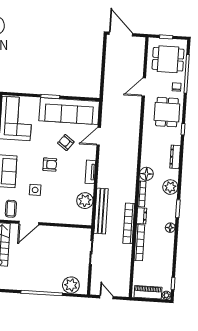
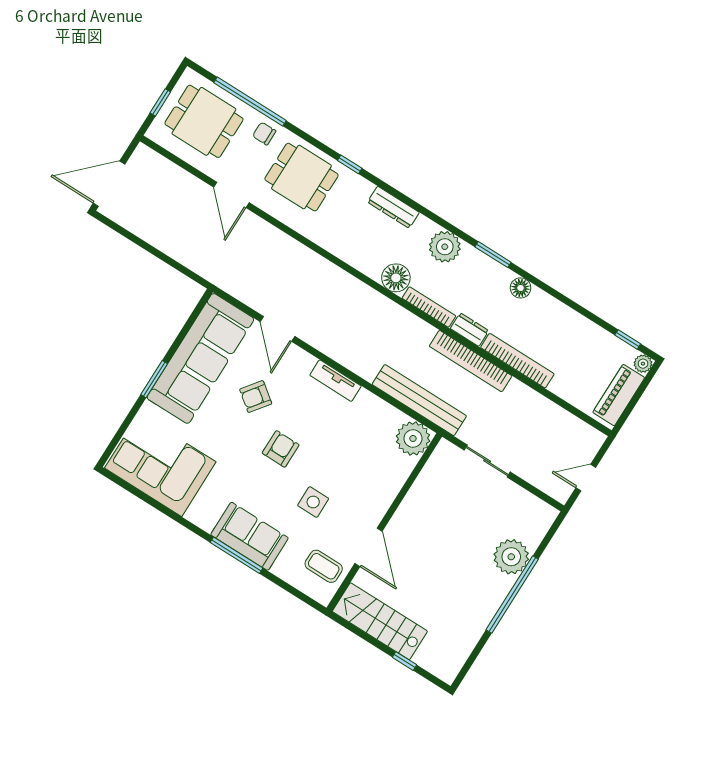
dining table: (168, 59) -> (204, 121), turned 90
plant: (85, 201) -> (413, 438), moved
plant: (71, 285) -> (511, 557), moved

